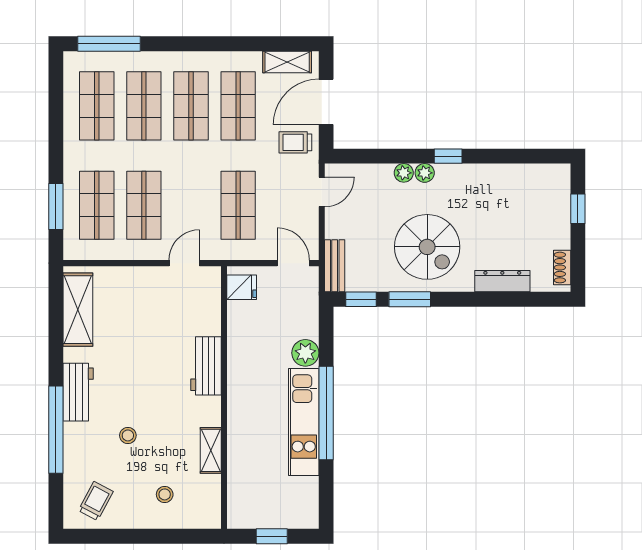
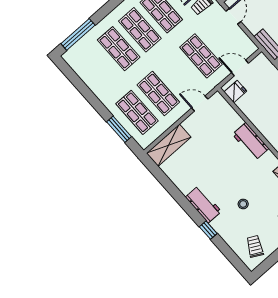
shop shelf: (97, 106) -> (97, 67), removed
door: (184, 263) -> (200, 103), hinge flipped
door: (293, 263) -> (240, 68), moved
shelving: (78, 310) -> (169, 145), moved, turned 90
window: (56, 430) -> (208, 230), width x0.32

